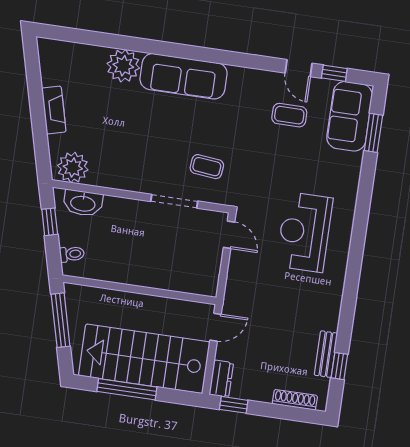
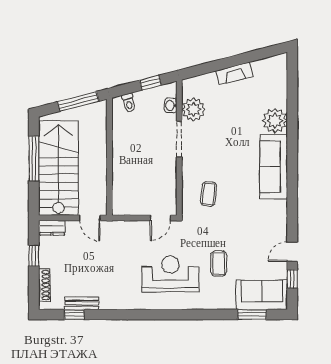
coffee table: (289, 115) -> (219, 264), moved
plant: (73, 168) -> (193, 109), moved
doorway: (174, 201) -> (179, 139), moved
washbasin: (83, 203) -> (171, 105), width x0.52, depth x0.69
window: (234, 405) -> (34, 256), moved

